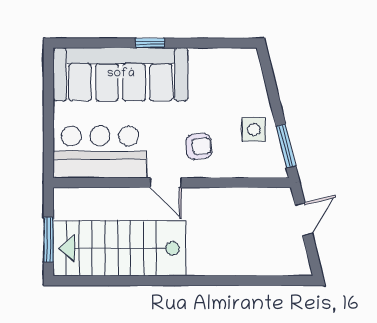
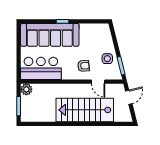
door: (166, 183) -> (98, 82), moved
plant: (66, 201) -> (26, 89), added
stairs: (119, 248) -> (85, 110), moved

